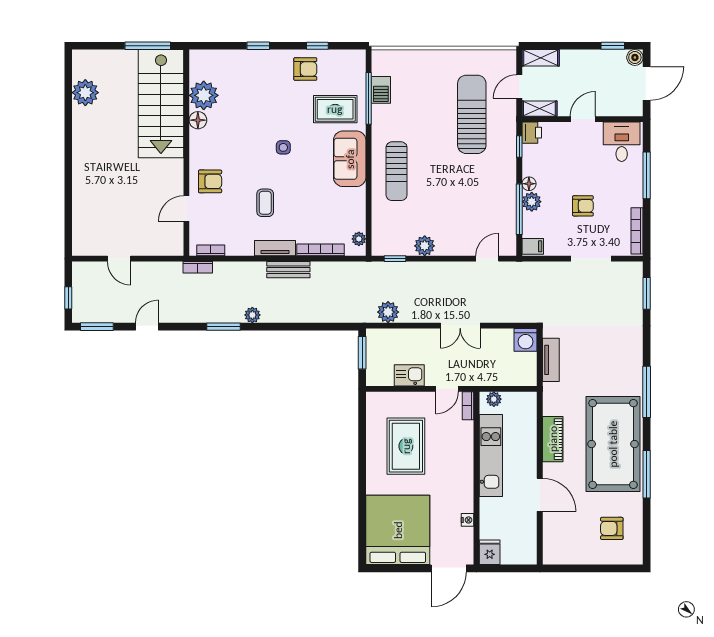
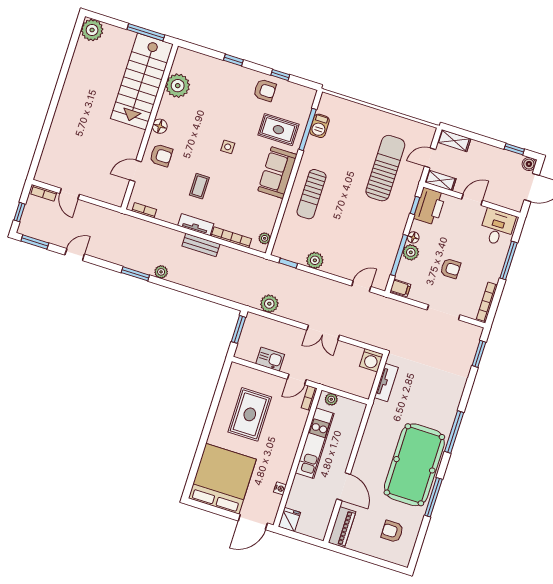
plant: (85, 93) -> (92, 30), moved
floor lamp: (198, 120) -> (160, 126), moved
printer: (532, 133) -> (430, 206), width x1.87, depth x1.48
bookcase: (198, 267) -> (44, 193), moved
piano: (553, 439) -> (342, 527), moved

